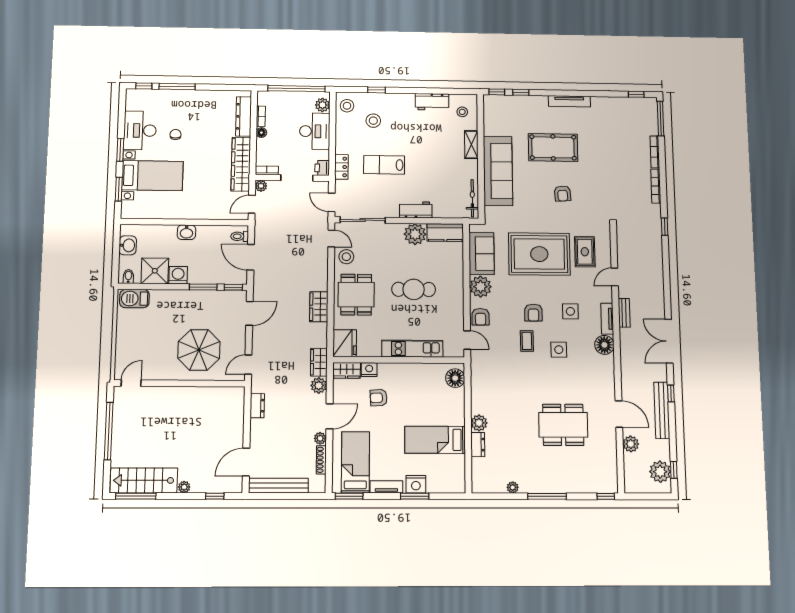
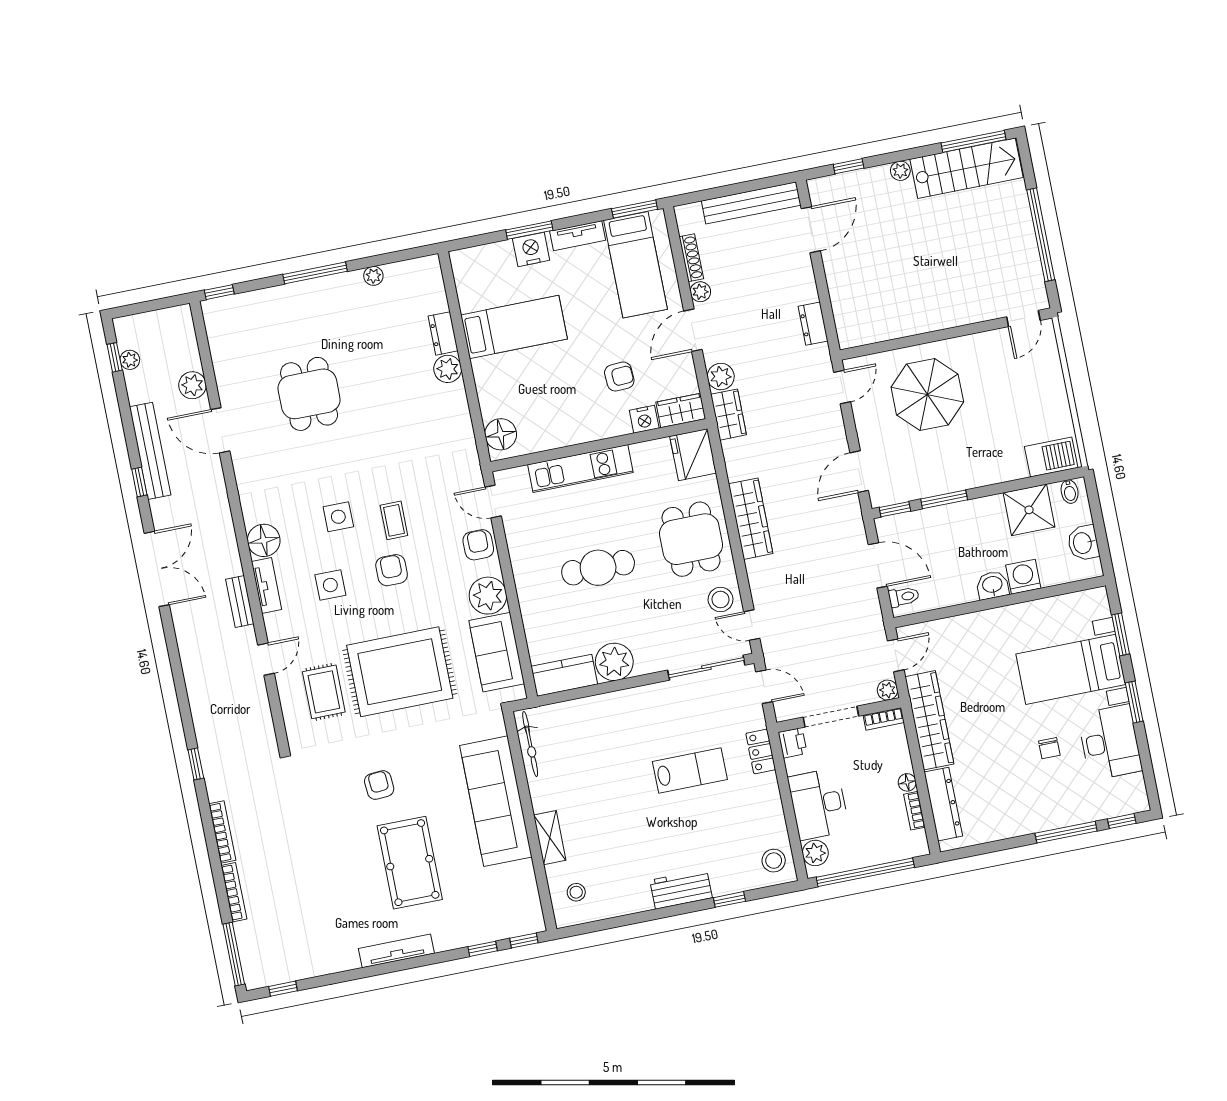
workbench: (432, 102) -> (681, 889), moved
stool: (373, 121) -> (724, 844), removed
pool table: (553, 147) -> (410, 863), turned 90
workbench: (416, 210) -> (621, 704), removed
washing machine: (178, 275) -> (1023, 577), moved, turned 180
wardrobe: (319, 307) -> (751, 519), width x1.50
dining table: (563, 425) -> (309, 394), width x0.73
plant: (660, 472) -> (130, 360), width x0.53, depth x0.53

